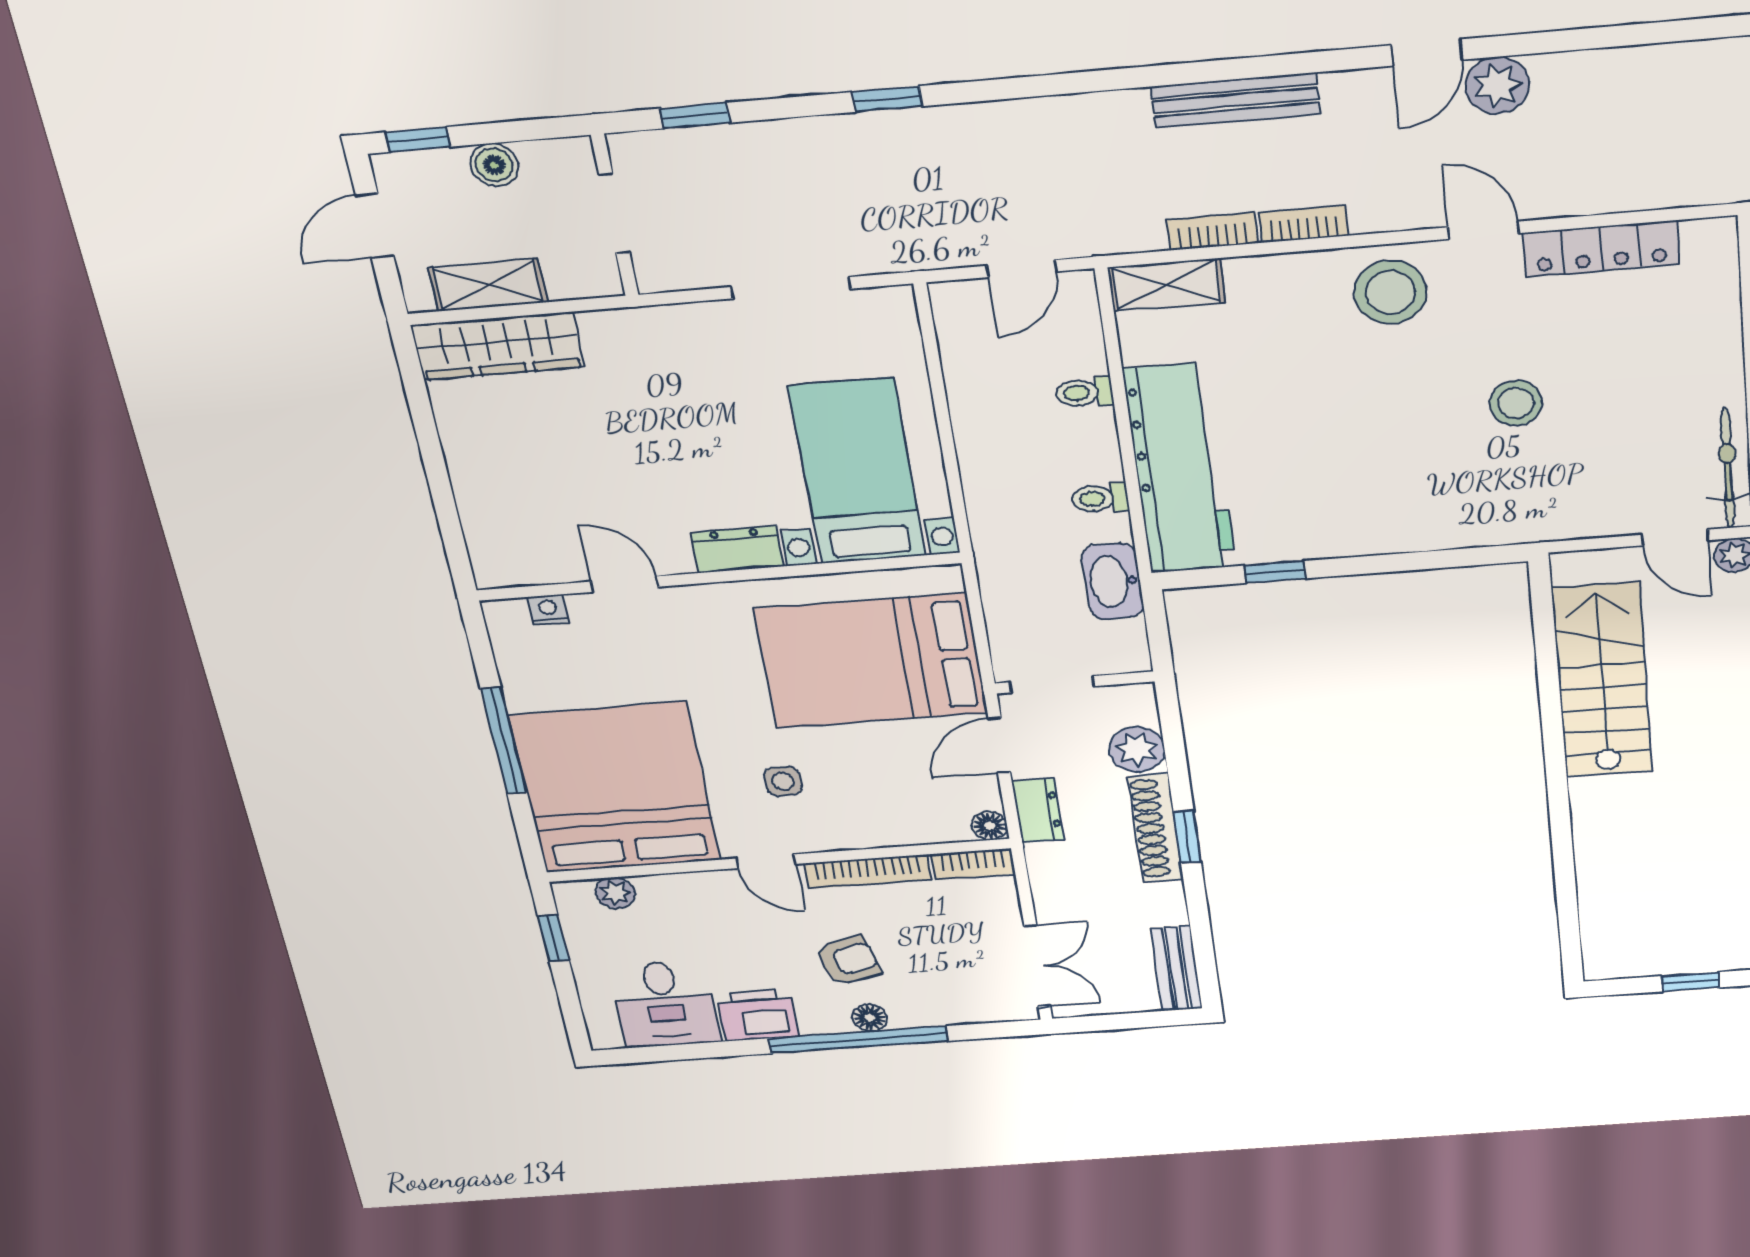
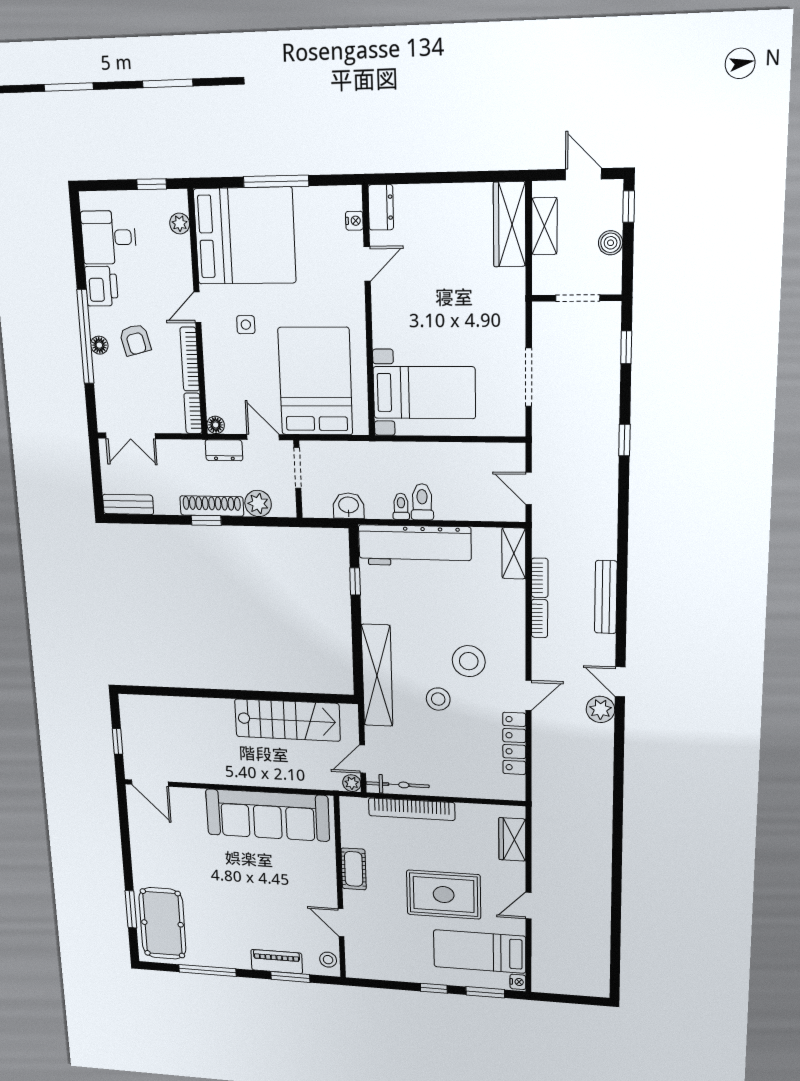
stool: (1390, 292) -> (469, 661), moved
toilet: (1084, 393) -> (422, 502), moved, width x1.37, depth x1.39
shelving: (1478, 521) -> (377, 675), added
dresser: (737, 549) -> (381, 207), moved
washbasin: (1113, 581) -> (349, 506), width x0.72

